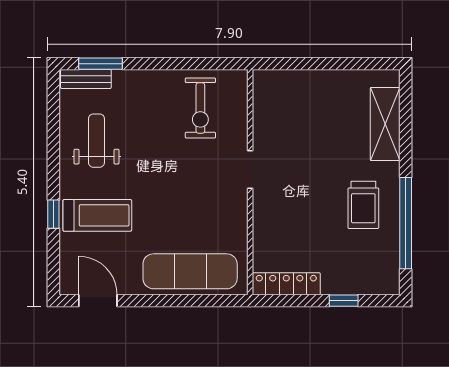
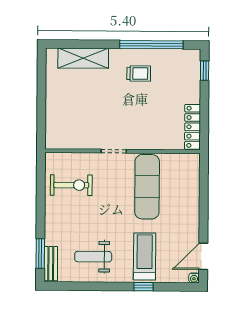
trolley: (363, 205) -> (139, 73), width x0.73, depth x0.72
exercise mat: (190, 271) -> (147, 187), moved
water cooler: (67, 288) -> (194, 278), added
window: (344, 301) -> (205, 71), moved

